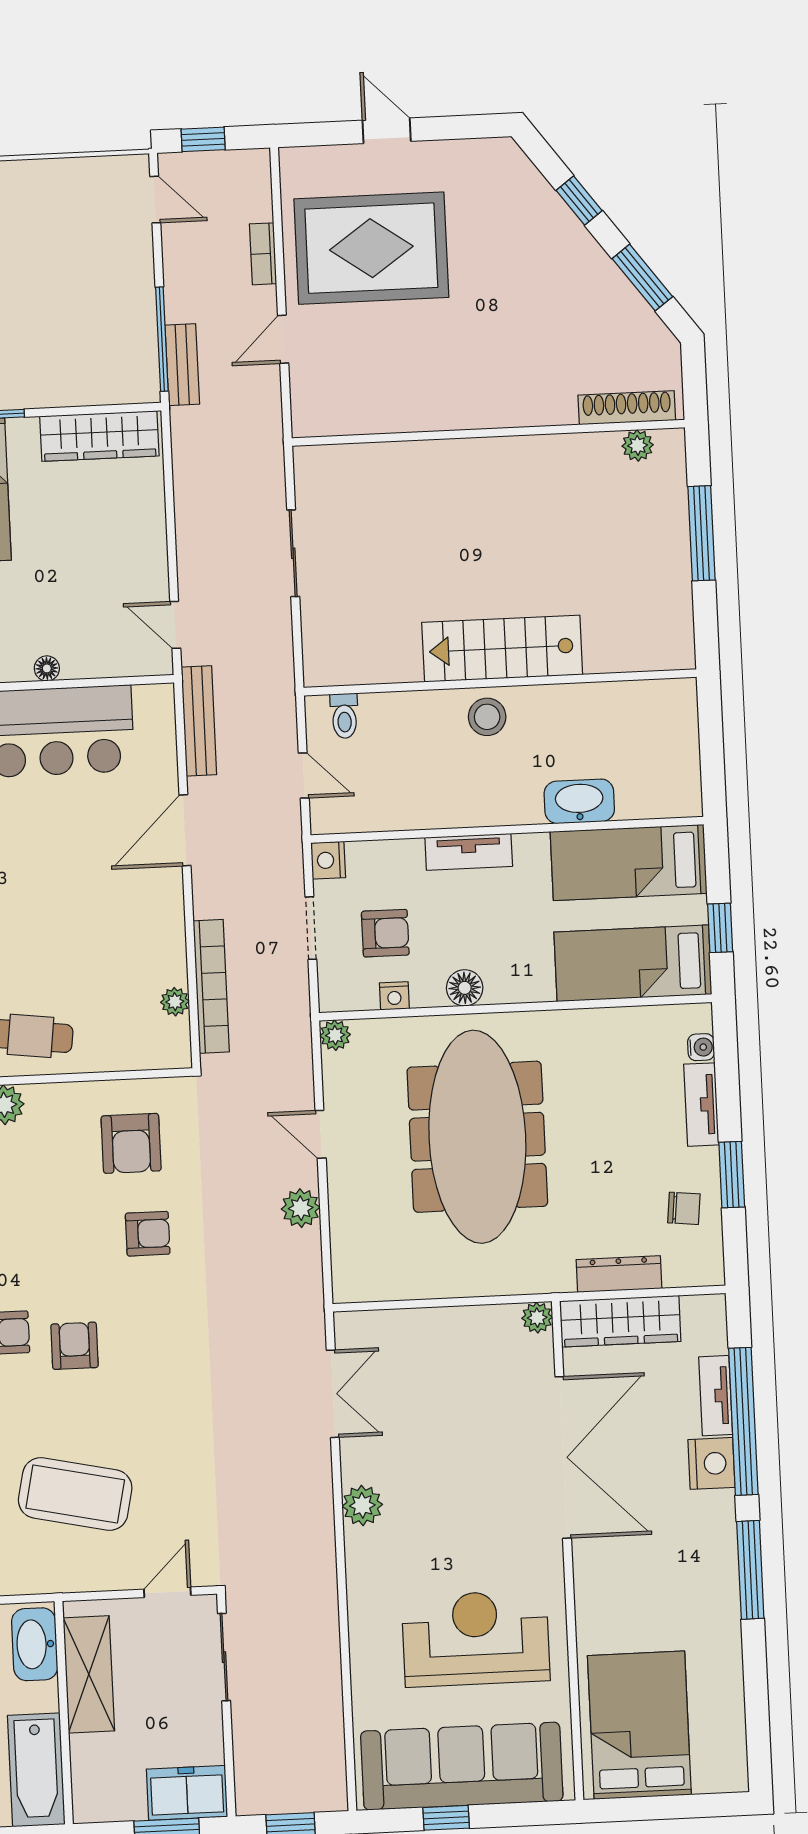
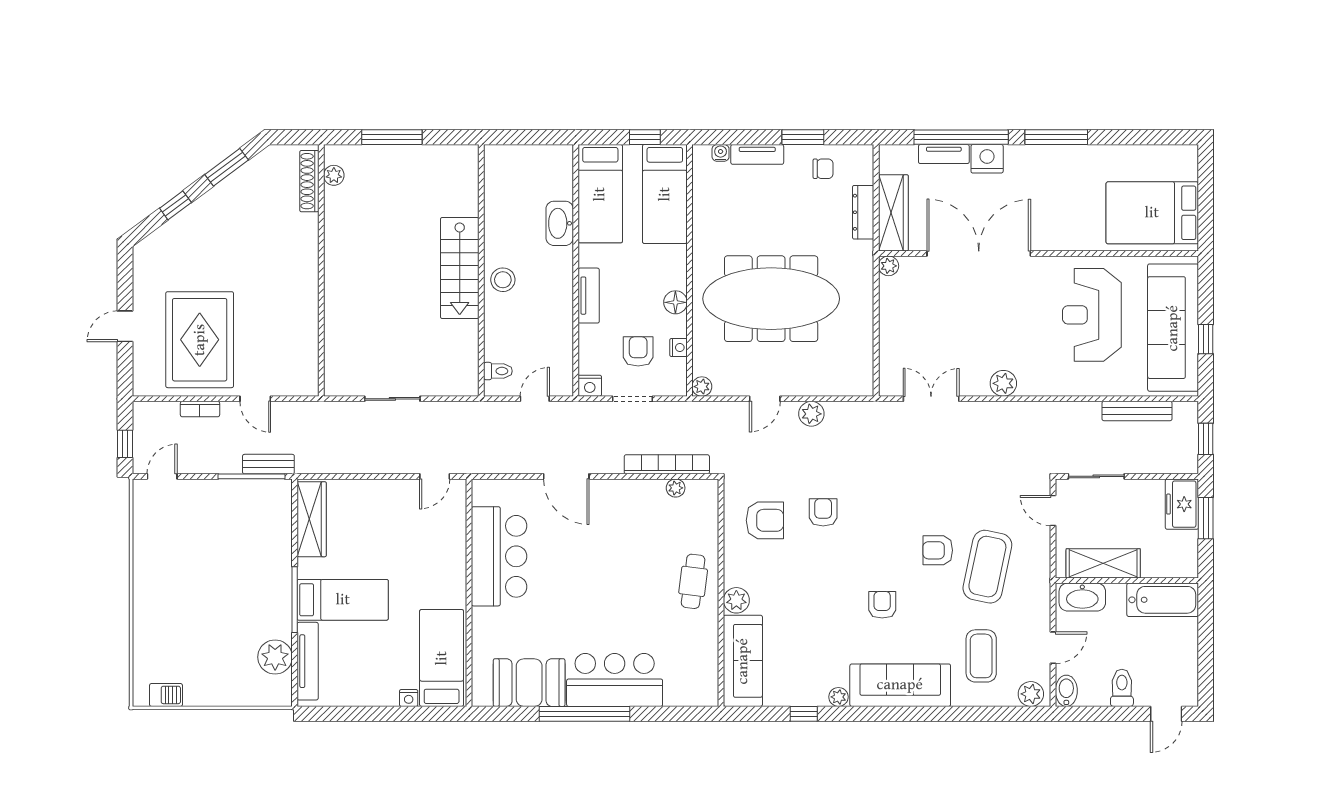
floor lamp: (47, 668) -> (459, 560), removed
bench: (199, 721) -> (1137, 411), moved
chair: (684, 1208) -> (823, 169), turned 84
armchair: (75, 1346) -> (938, 550), moved

